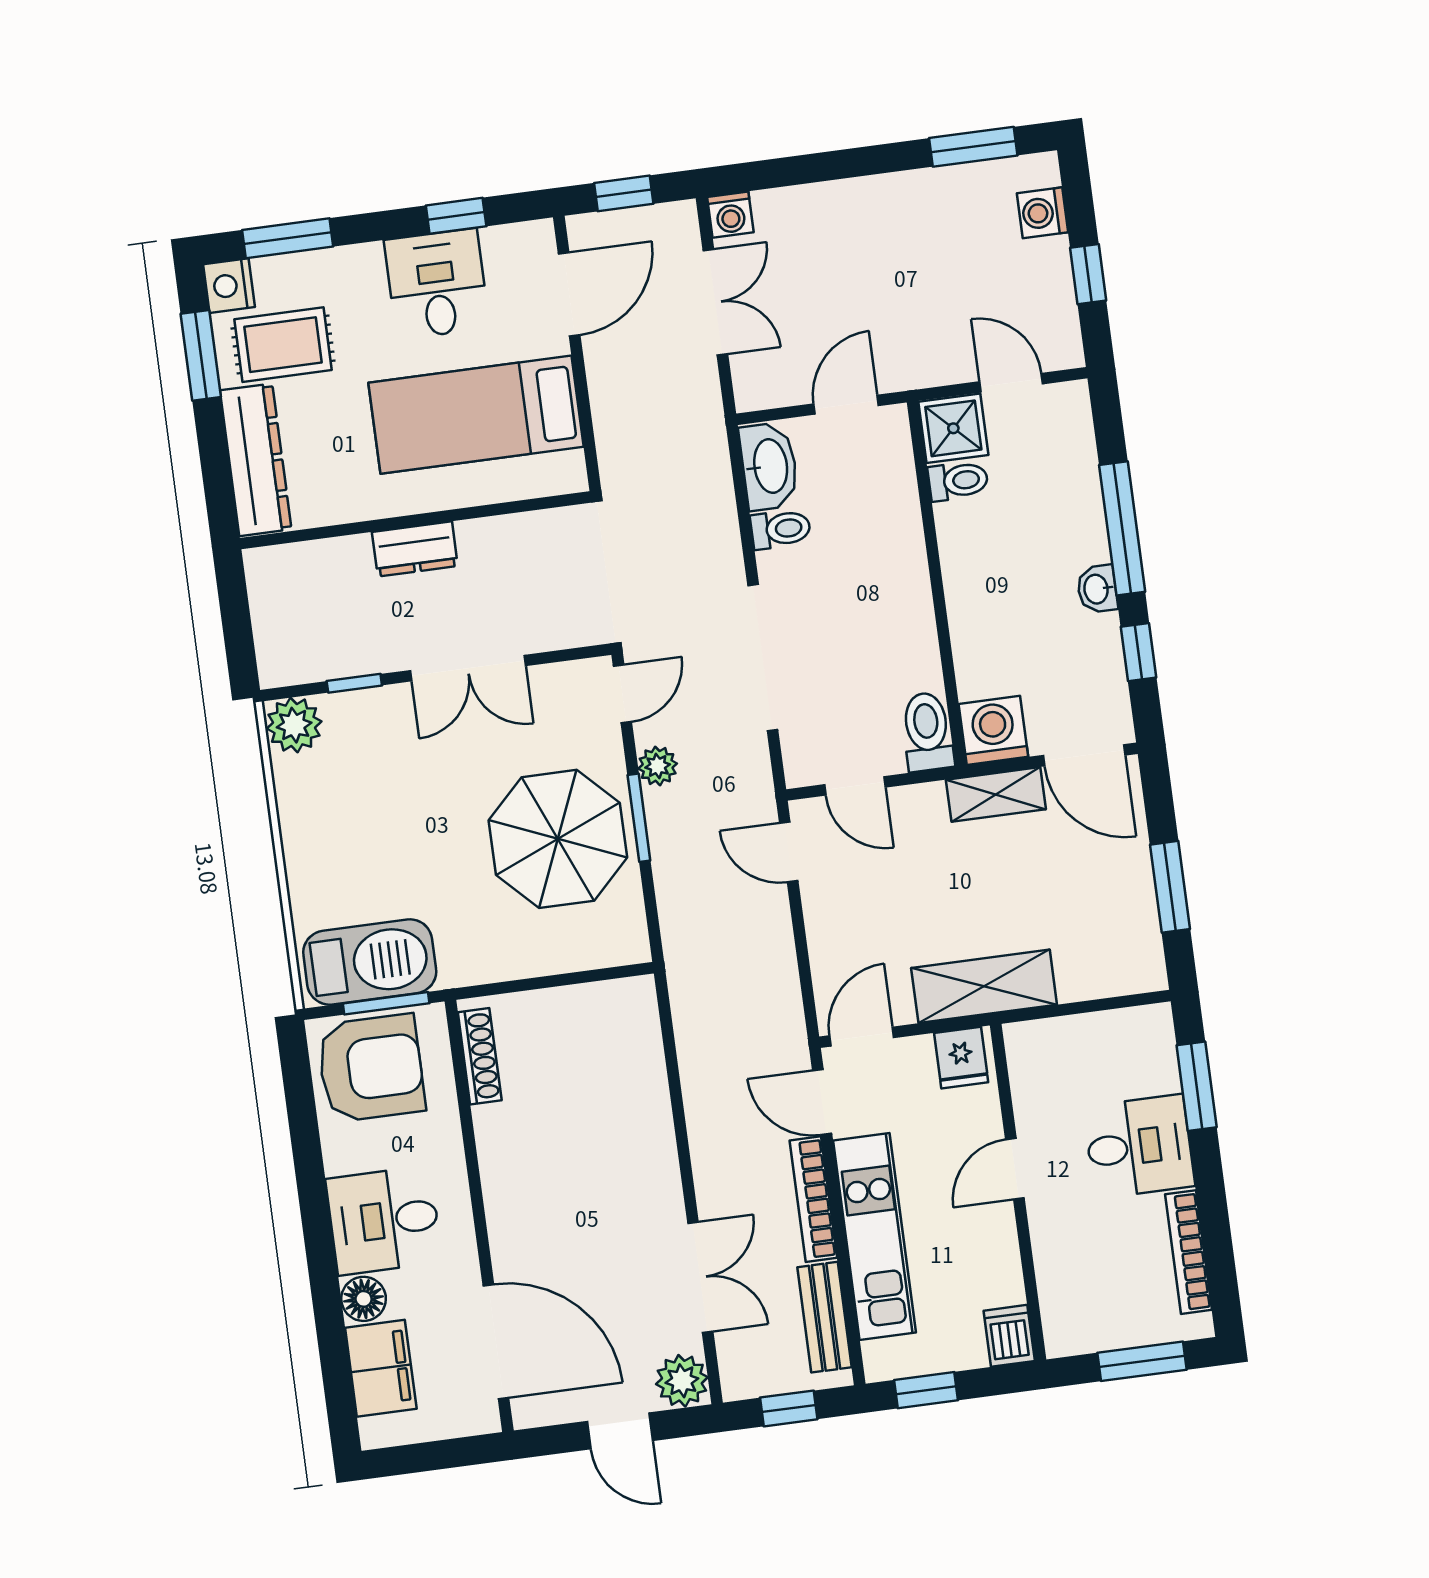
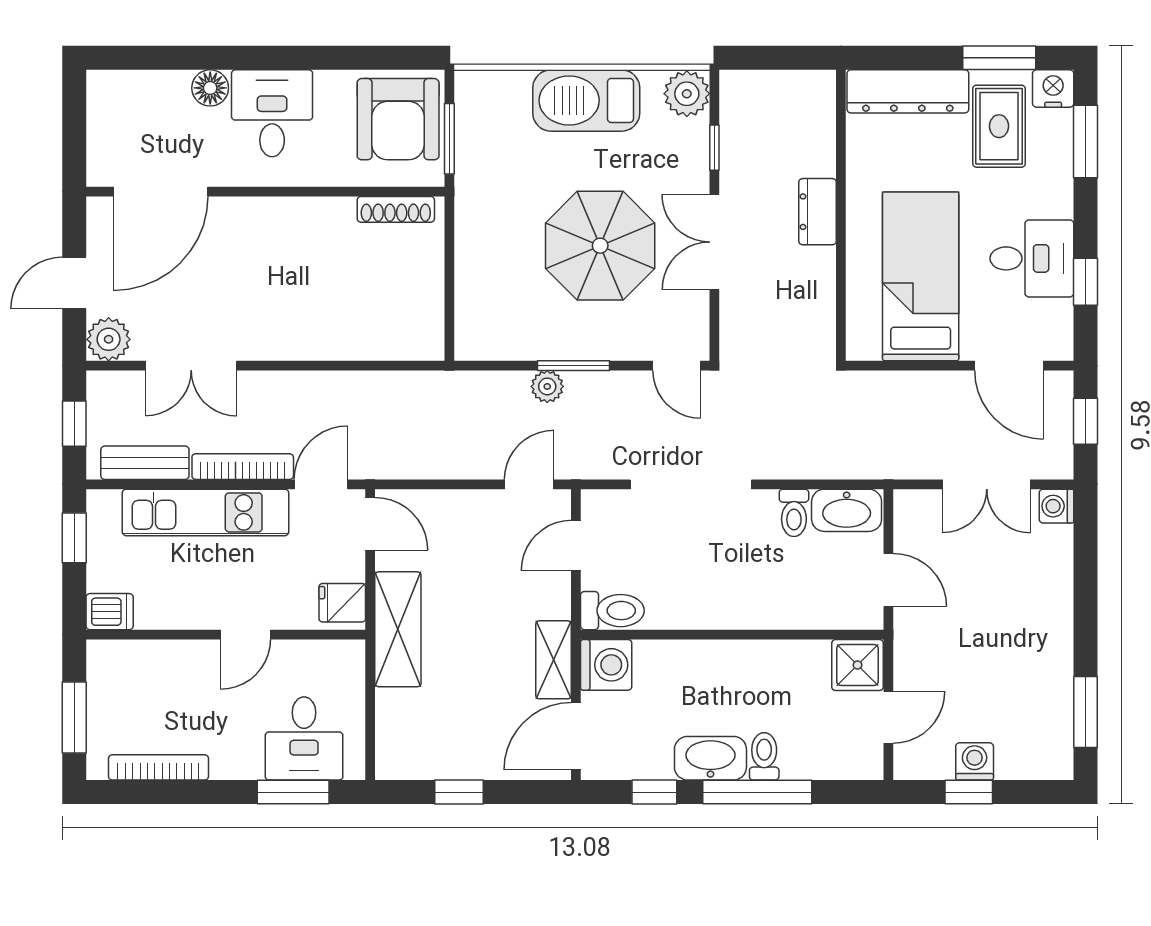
washing machine: (1043, 213) -> (975, 761), moved
toilet: (958, 481) -> (764, 756), moved, turned 180
washbasin: (1097, 589) -> (710, 758), width x1.91, depth x1.45
plant: (658, 766) -> (547, 386), moved
parasol: (558, 839) -> (600, 246), moved
window: (1170, 887) -> (459, 792), width x0.67
barbecue: (370, 962) -> (586, 100), moved, turned 90
desk: (1139, 1146) -> (304, 738), moved
door: (1015, 1169) -> (245, 635), swing flipped
filing cabinet: (381, 1368) -> (152, 94), removed

